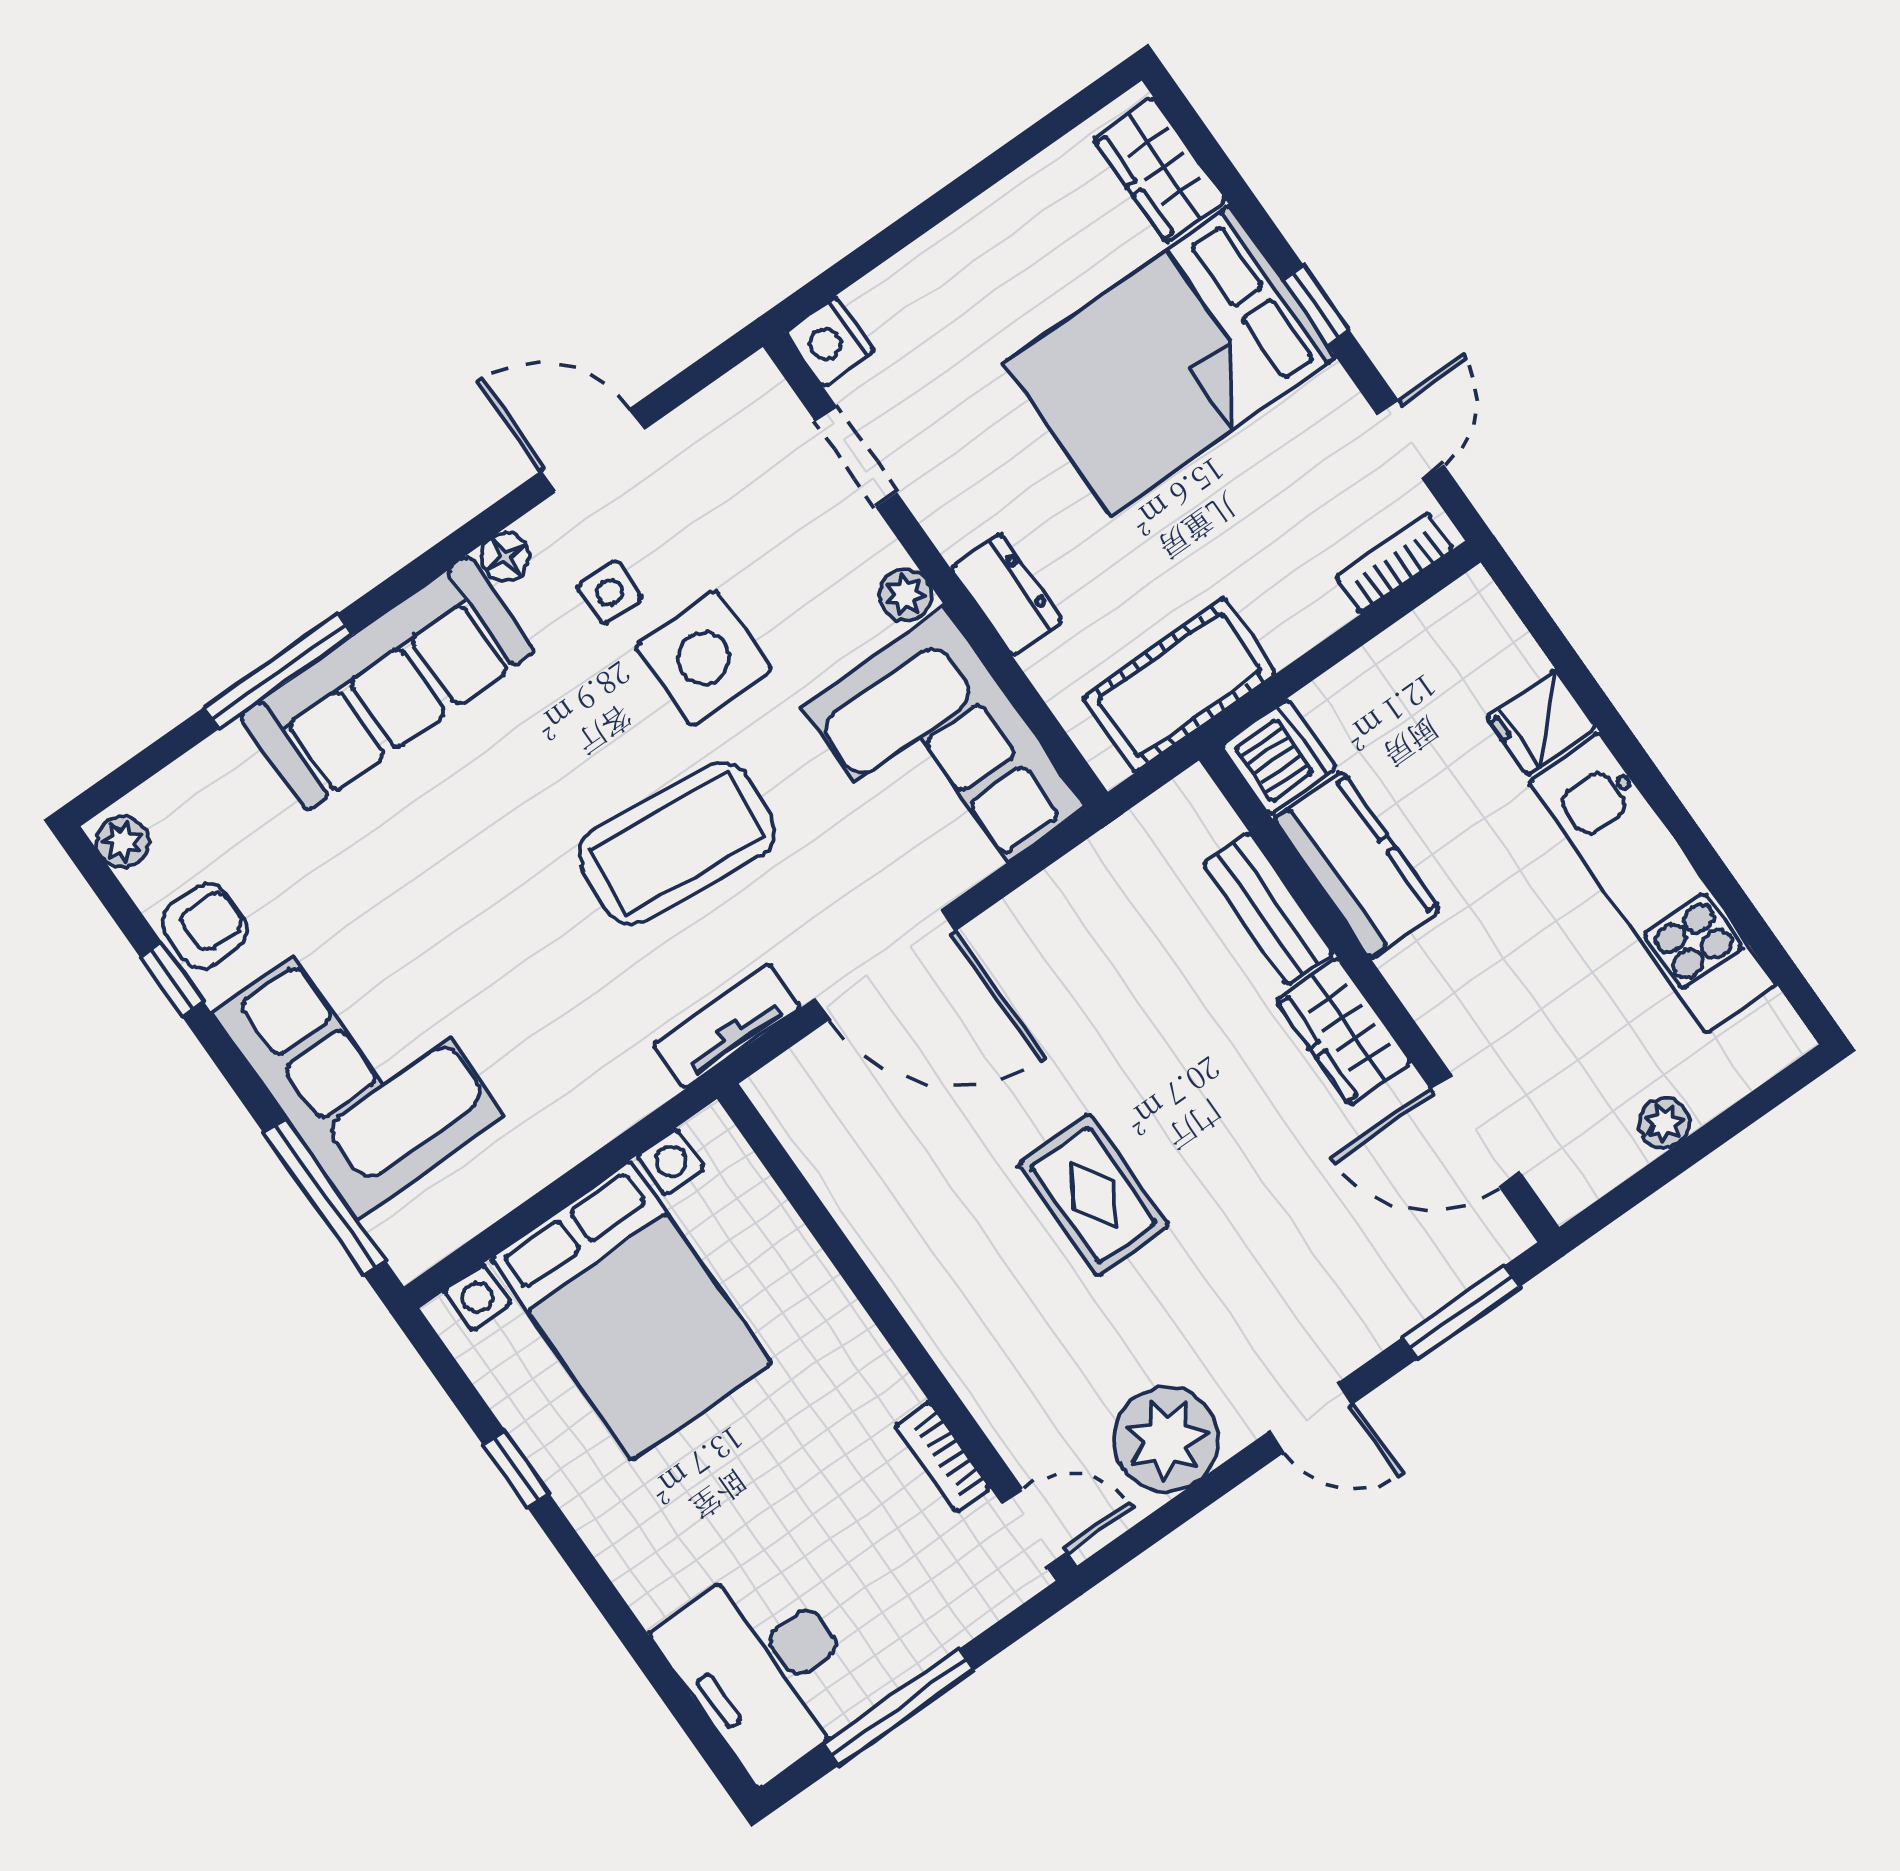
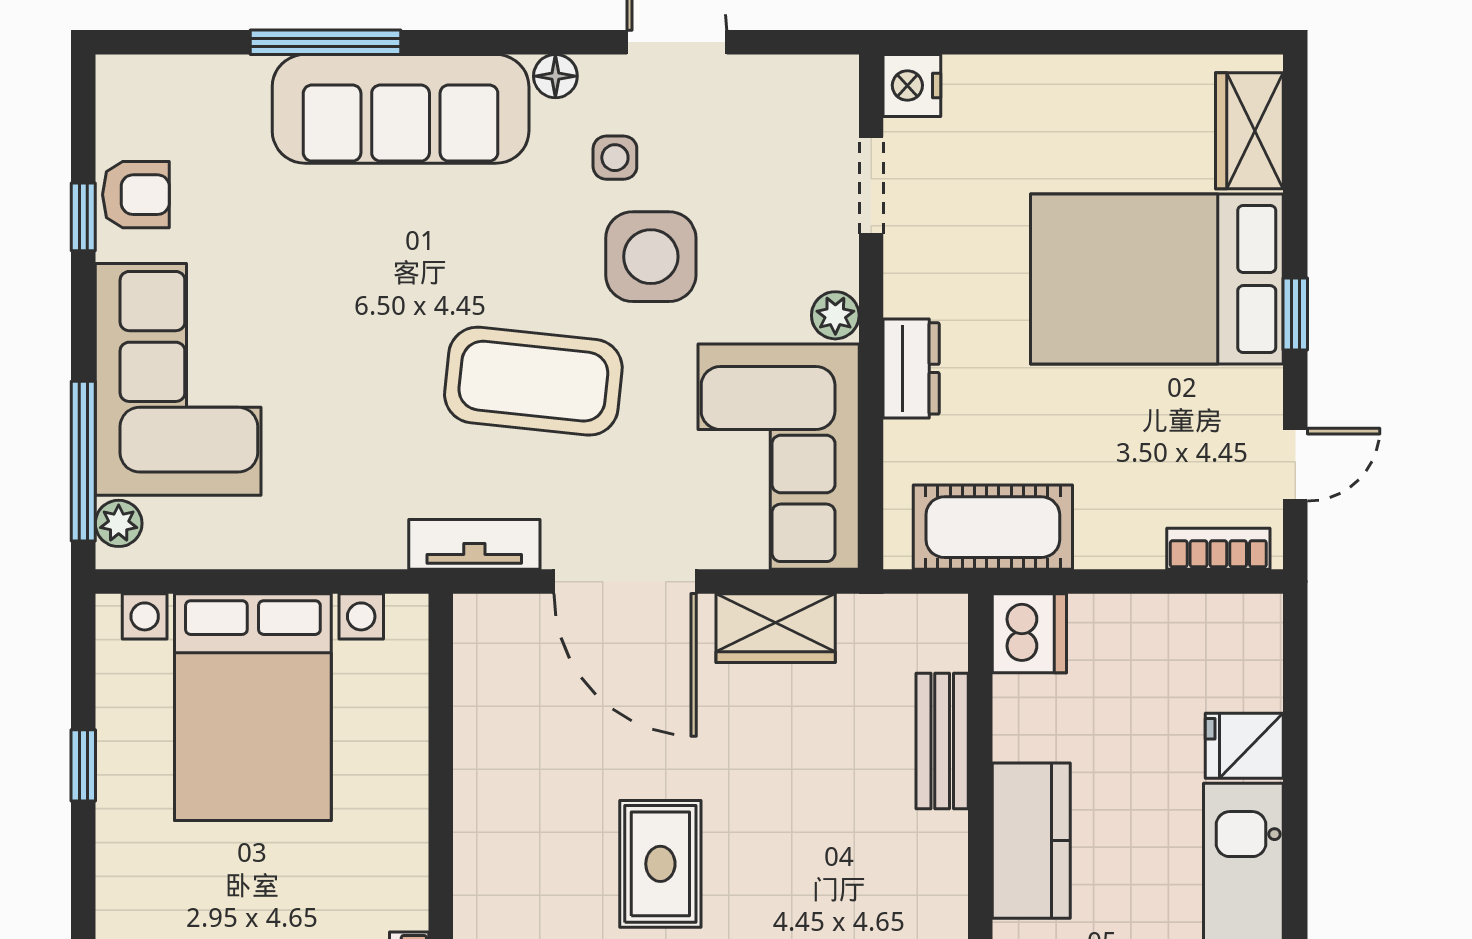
plant: (122, 842) -> (119, 523), moved
kitchen counter: (1357, 865) -> (1031, 841), moved
wardrobe: (1343, 1031) -> (776, 628), moved, turned -90

